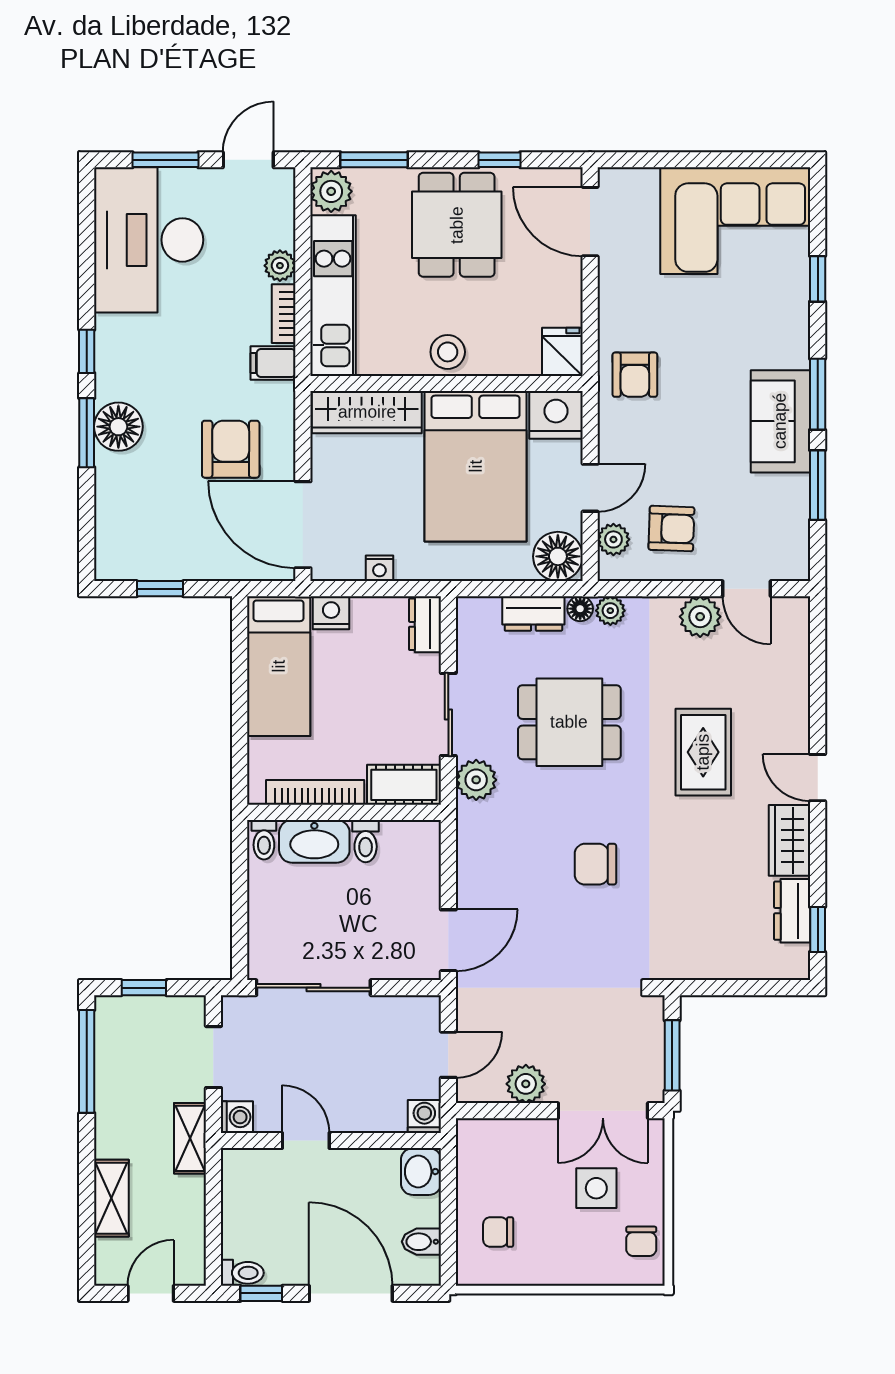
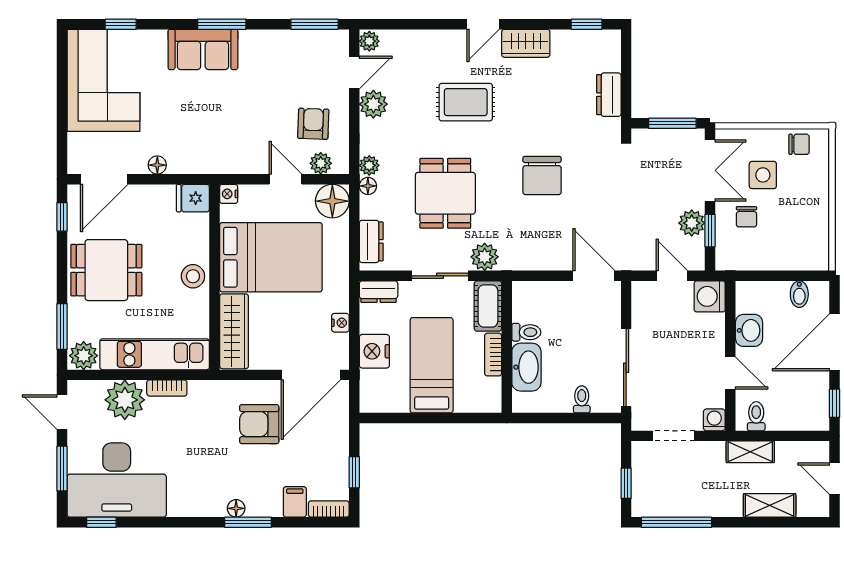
window: (499, 160) -> (62, 217), moved
plant: (280, 266) -> (125, 400), width x1.87, depth x1.87
window: (818, 279) -> (121, 24), moved
floor lamp: (611, 300) -> (157, 165), added
window: (87, 351) -> (101, 522), moved
filing cabinet: (273, 363) -> (295, 502), moved, turned 180
armchair: (635, 375) -> (208, 149), removed
nightstand: (556, 415) -> (229, 194), width x0.53, depth x0.56
sofa: (780, 421) -> (203, 49), moved
floor lamp: (118, 427) -> (236, 508), width x0.53, depth x0.53
window: (818, 485) -> (314, 24), moved
bookcase: (106, 551) -> (329, 509), added
plant: (793, 611) -> (369, 41), added
nightstand: (331, 613) -> (374, 351), width x1.36, depth x1.33
dresser: (533, 614) -> (371, 241), moved
bed: (279, 666) -> (432, 365), moved, turned -90
bookcase: (315, 792) -> (493, 355), width x0.64
toilet: (264, 840) -> (582, 399), moved, turned -90
chair: (595, 864) -> (542, 176), width x1.37, depth x1.37
dresser: (792, 911) -> (609, 95), moved, turned 90
window: (515, 1111) -> (710, 231), added
washing machine: (424, 1116) -> (710, 296), width x1.38, depth x1.38
shelving: (190, 1138) -> (750, 452), moved
door: (306, 1140) -> (730, 373), swing flipped
washbasin: (421, 1172) -> (749, 330), moved, turned -90
chair: (498, 1232) -> (746, 217), moved
toilet: (242, 1273) -> (756, 416), moved

